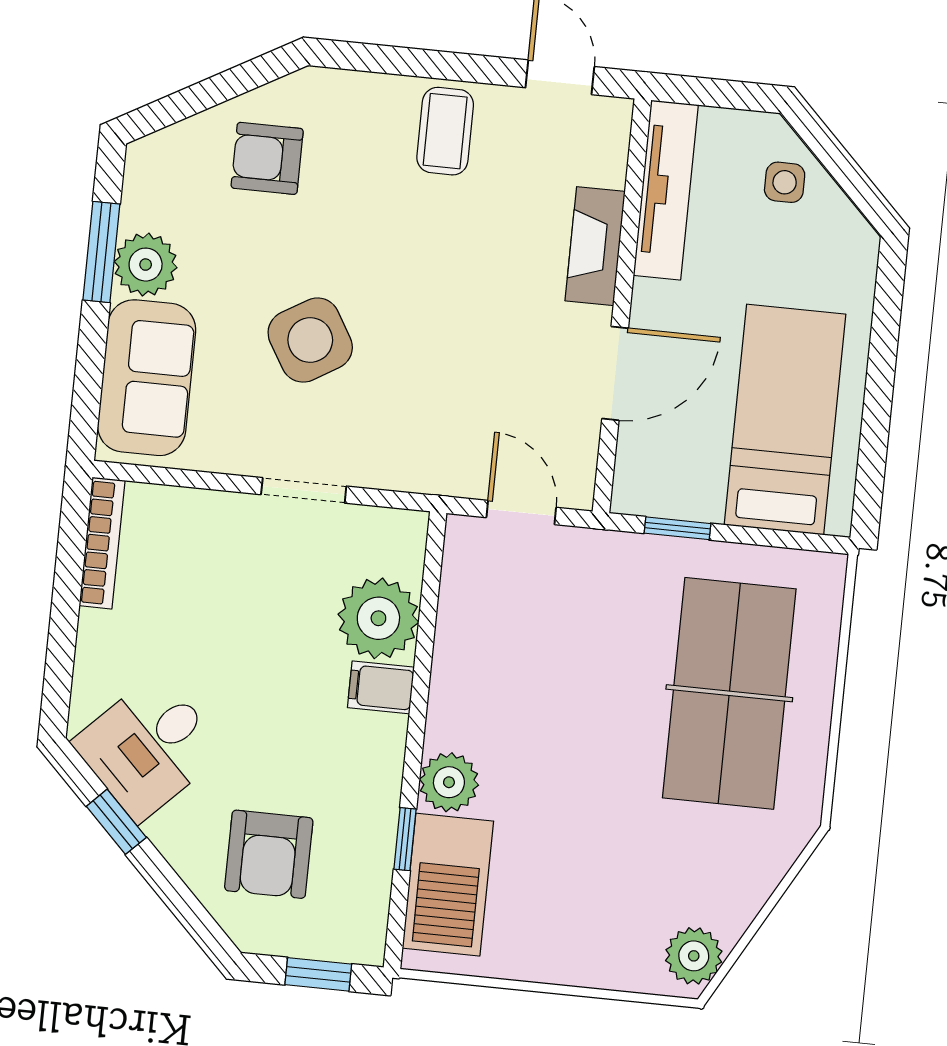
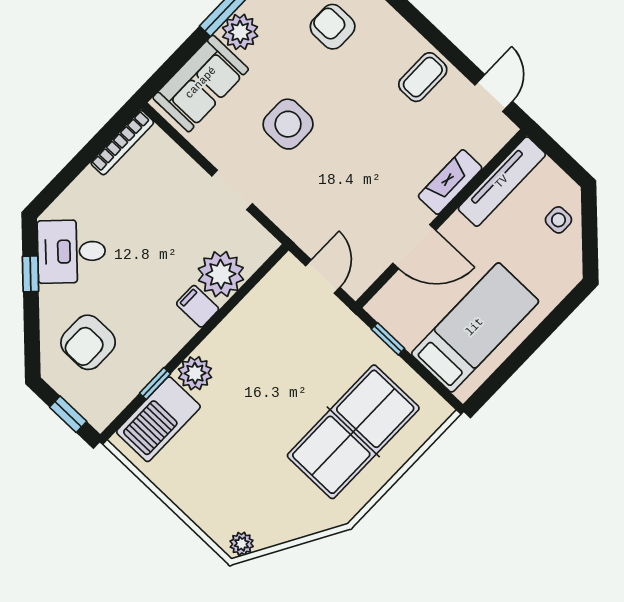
side table: (310, 340) -> (288, 124), turned 31
plant: (694, 956) -> (242, 544), width x0.73, depth x0.73

